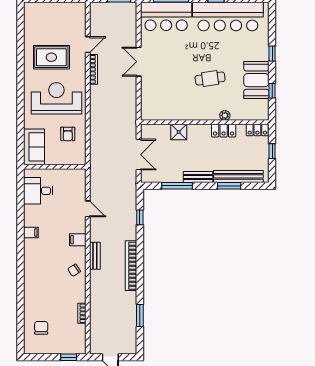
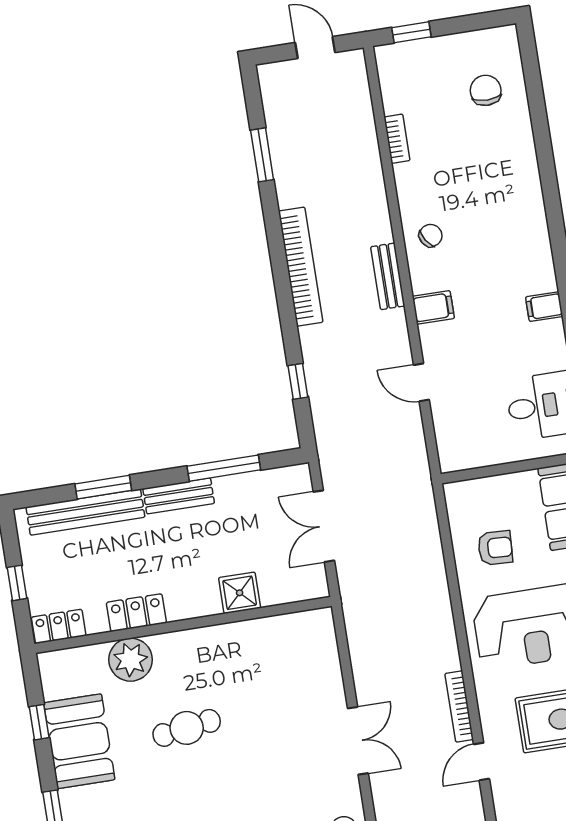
plant: (225, 115) -> (131, 660), width x1.87, depth x1.87
armchair: (68, 134) -> (495, 548), turned 93
chair: (41, 328) -> (486, 90), turned 180

